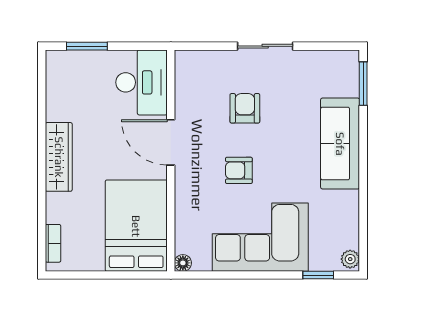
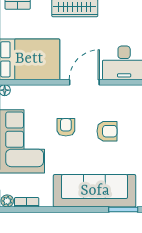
sofa: (340, 144) -> (95, 191), width x1.36, depth x1.27
bookcase: (352, 230) -> (27, 202), added

